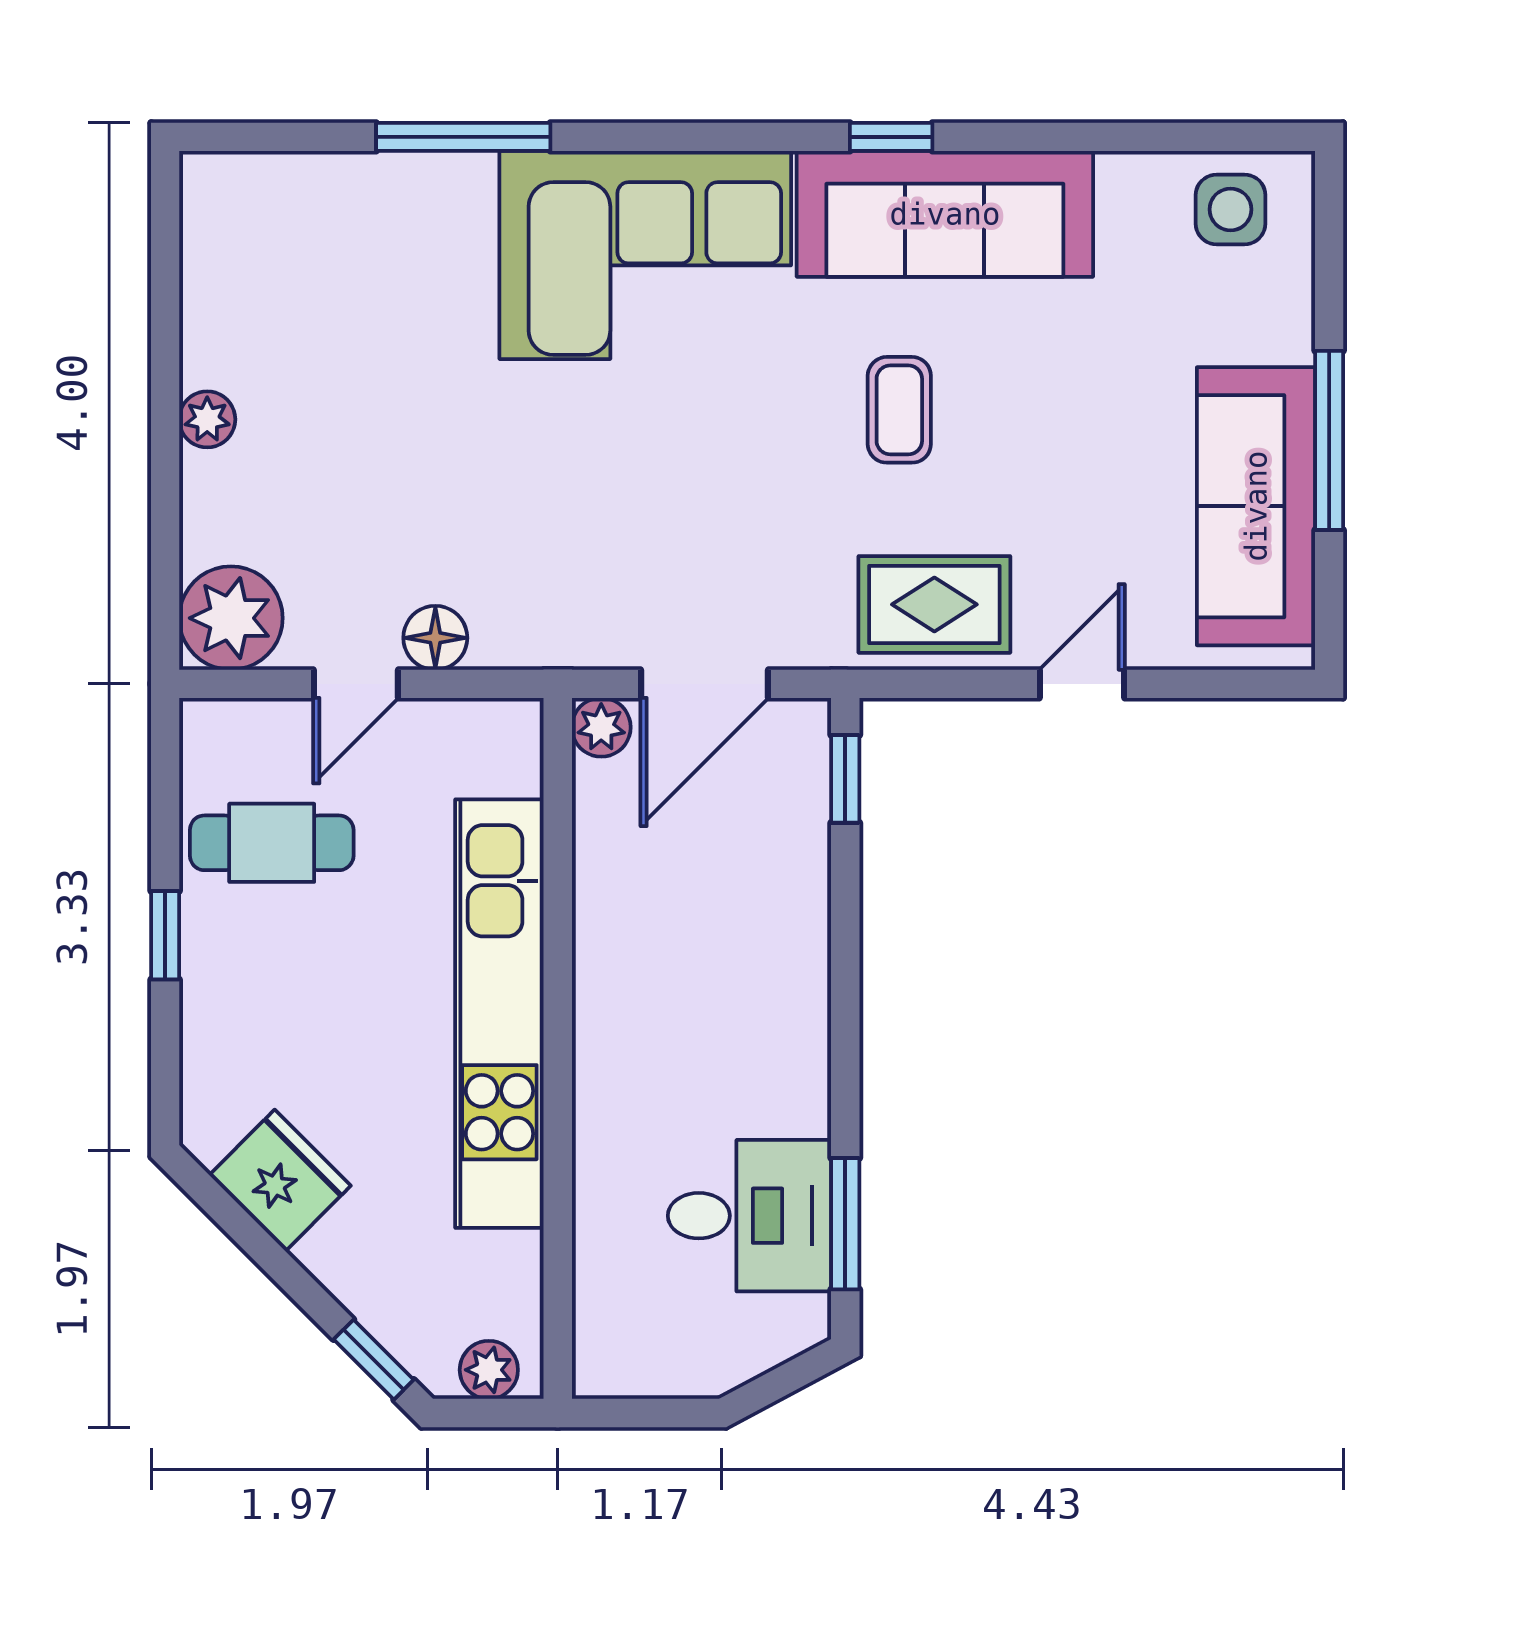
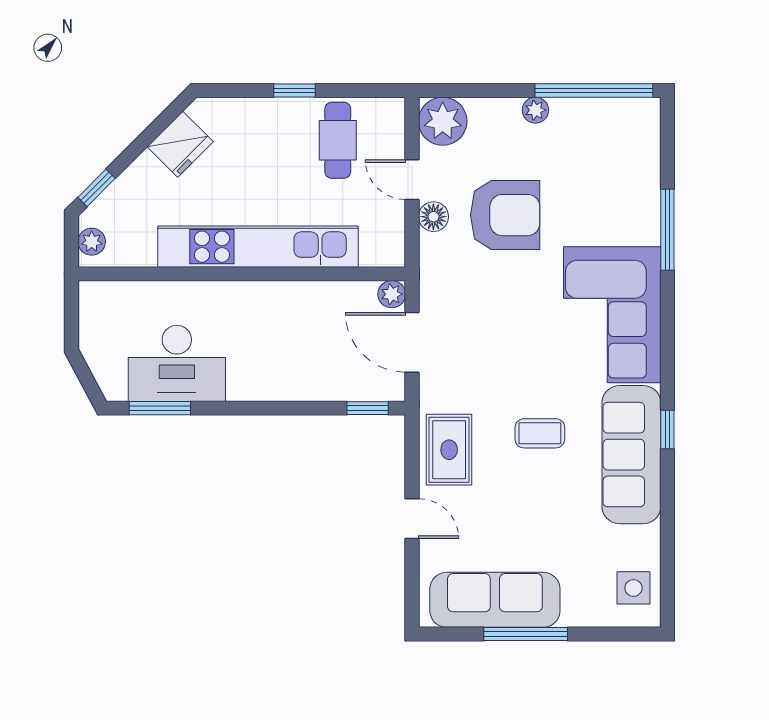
window: (165, 294) -> (594, 91), added
armchair: (432, 484) -> (505, 215), added
desk: (749, 1216) -> (177, 363), width x1.37

